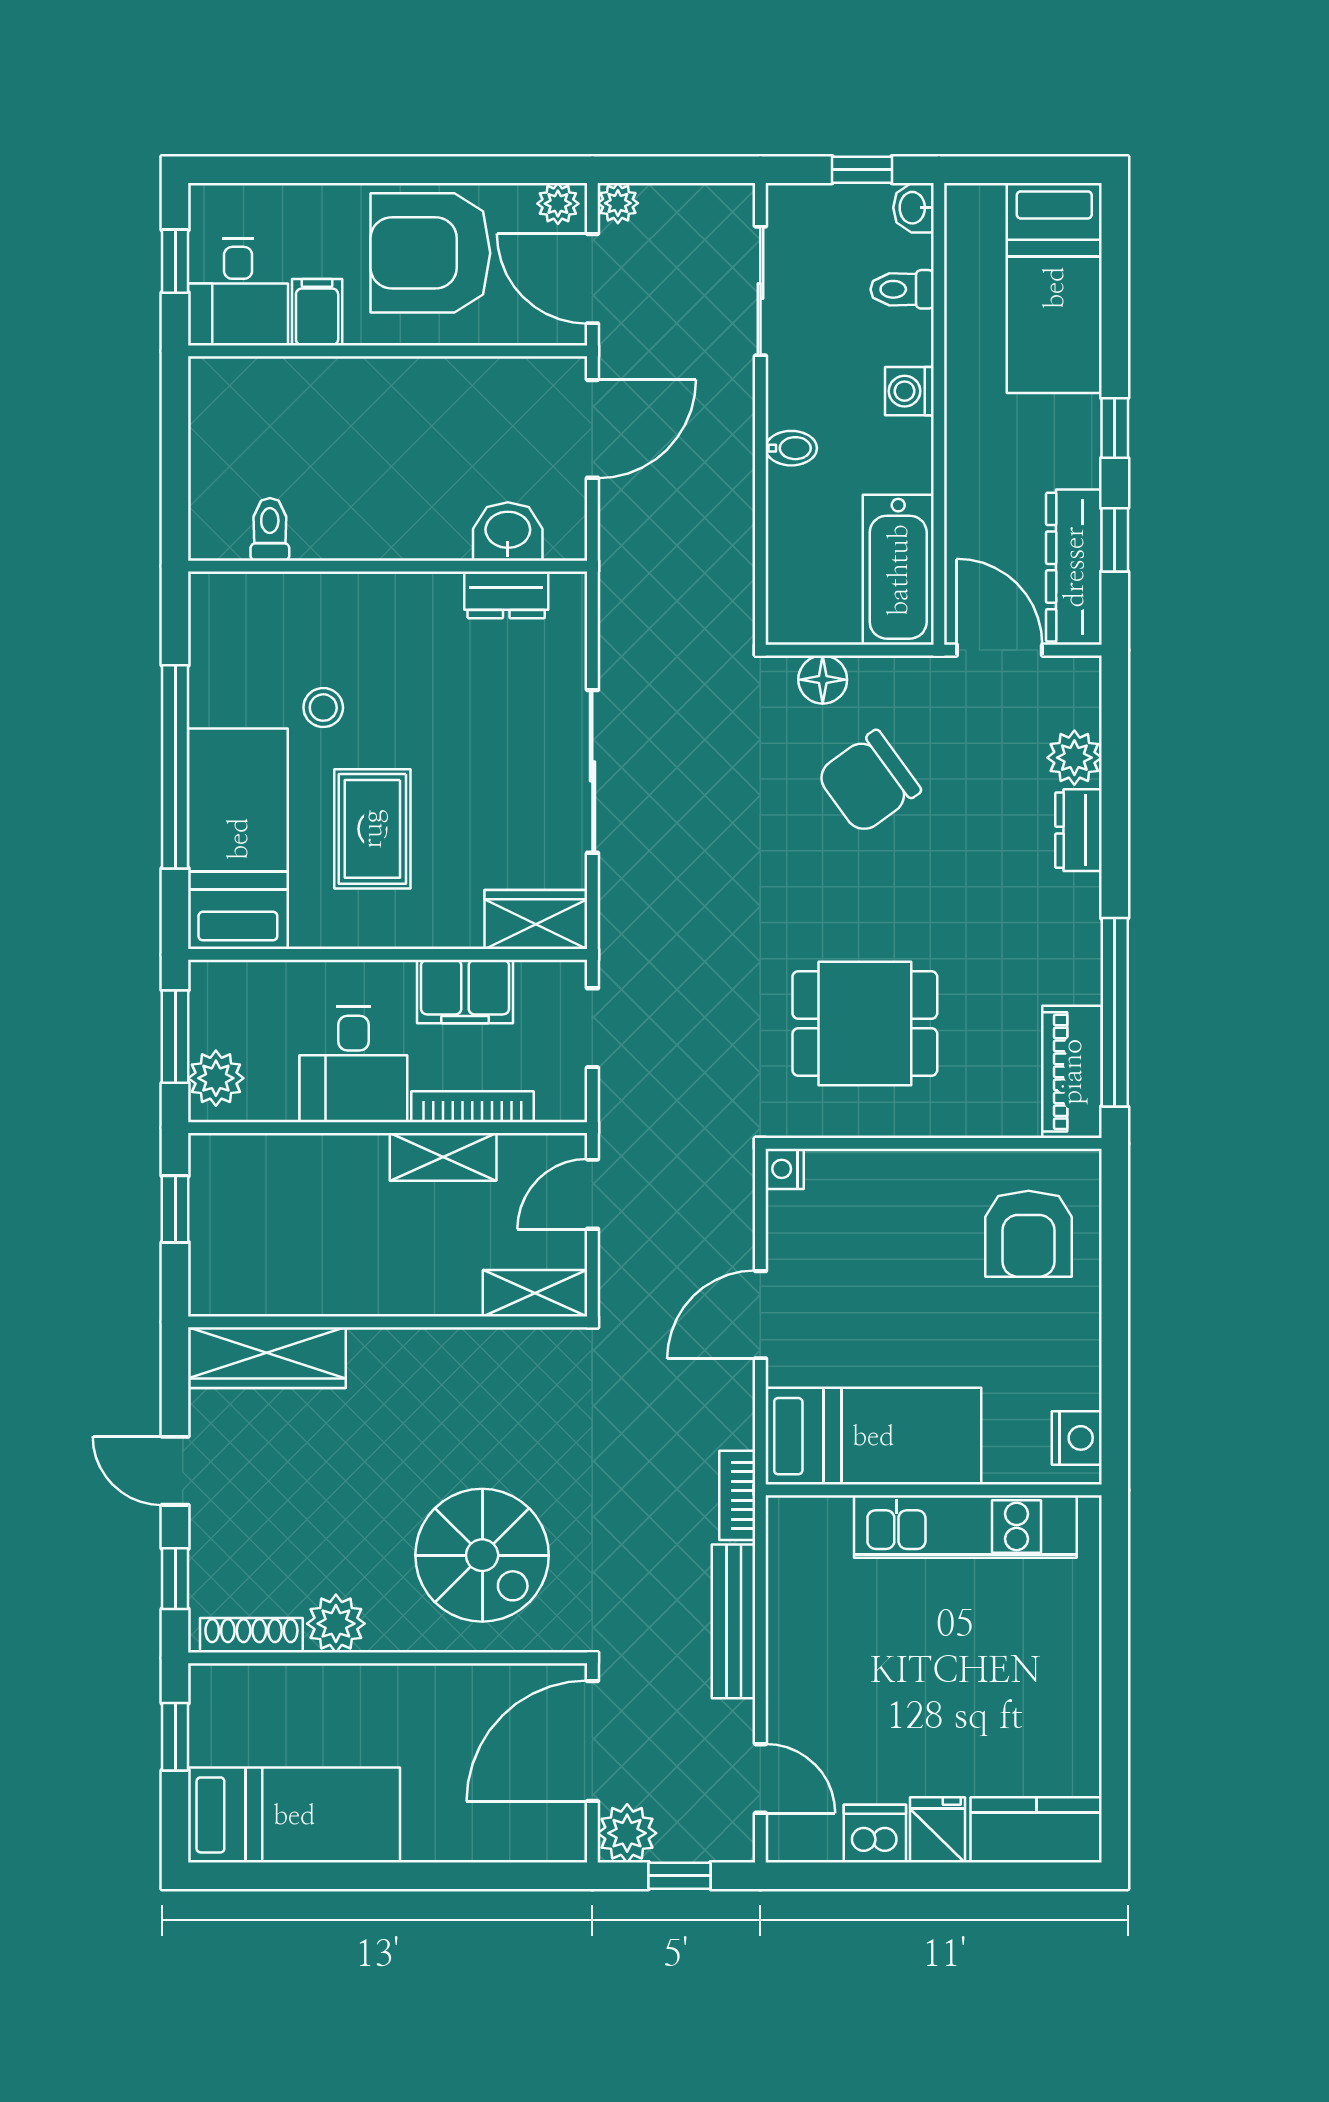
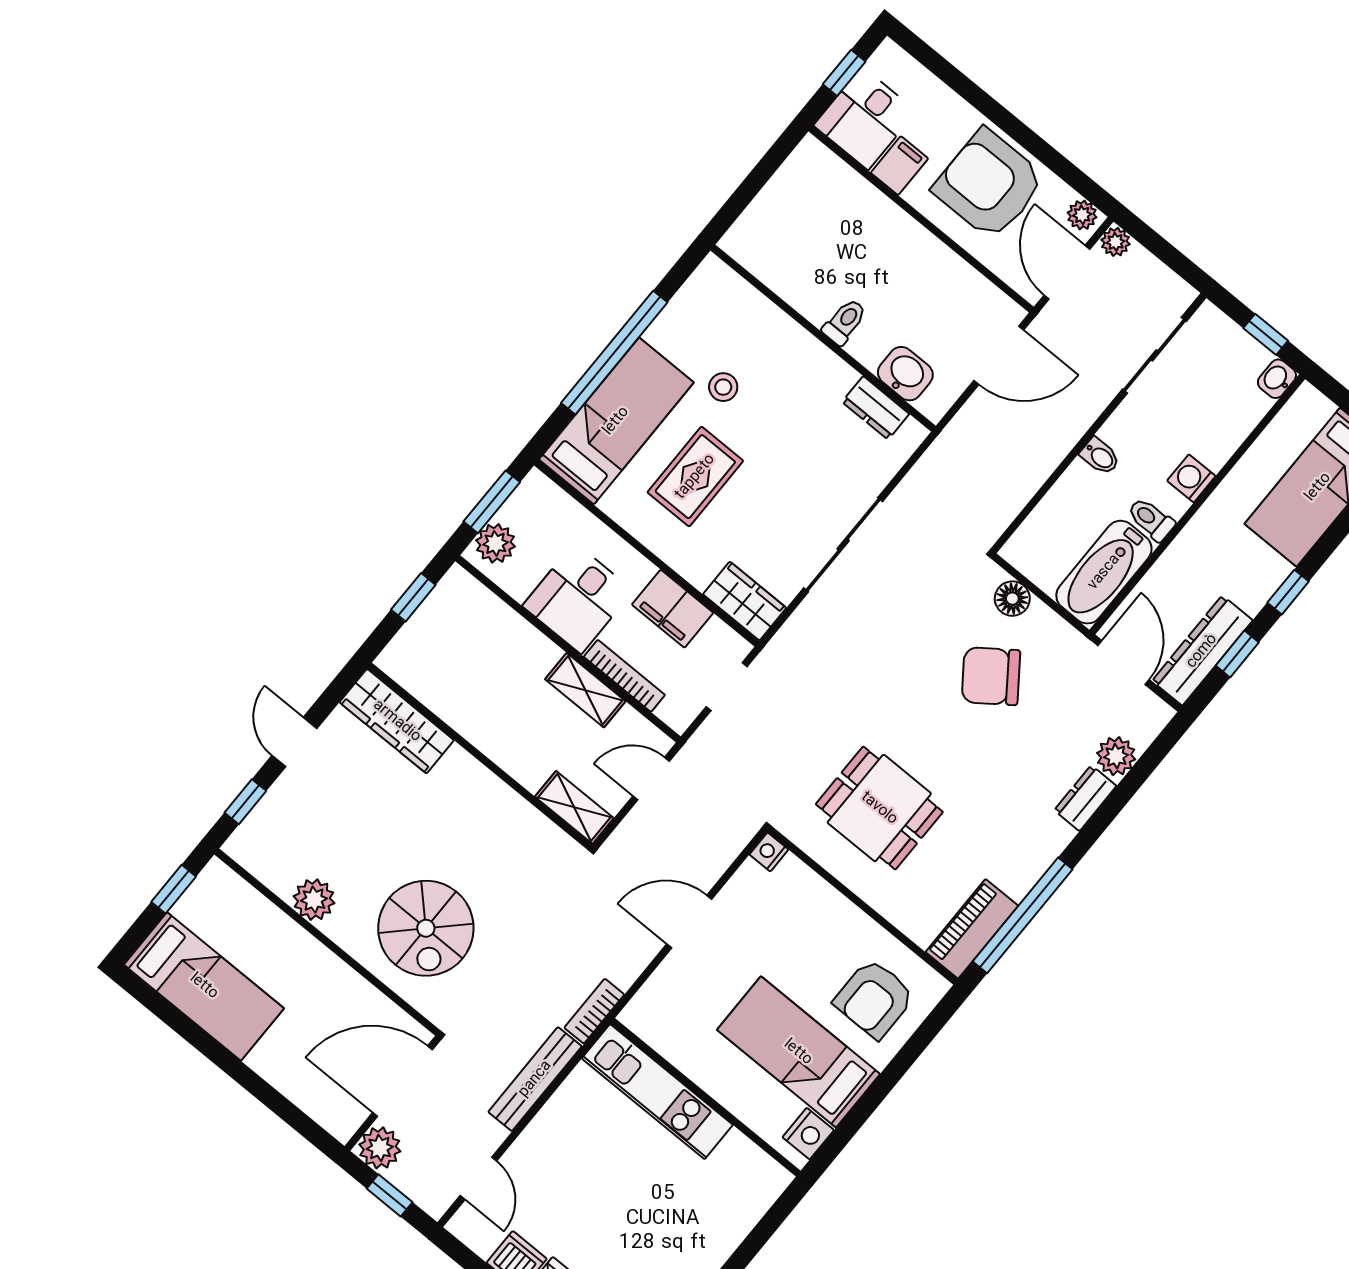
toilet: (902, 289) -> (1151, 519), moved
toilet: (270, 529) -> (845, 322), moved
bed: (873, 1436) -> (798, 1052), moved, turned 180
kitchen unit: (965, 1526) -> (657, 1092), moved
shoe rack: (251, 1635) -> (262, 868), removed

